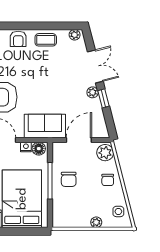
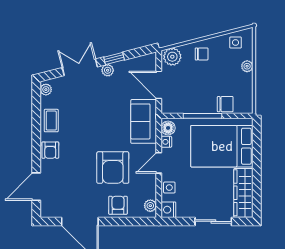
armchair: (18, 39) -> (50, 150), turned 90
chair: (69, 179) -> (225, 104), moved

